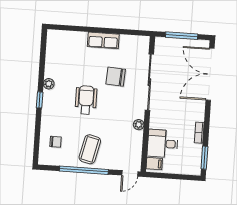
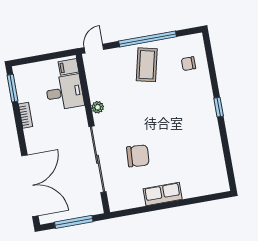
plant: (49, 84) -> (213, 128), removed
wheelchair: (86, 100) -> (165, 121), removed

